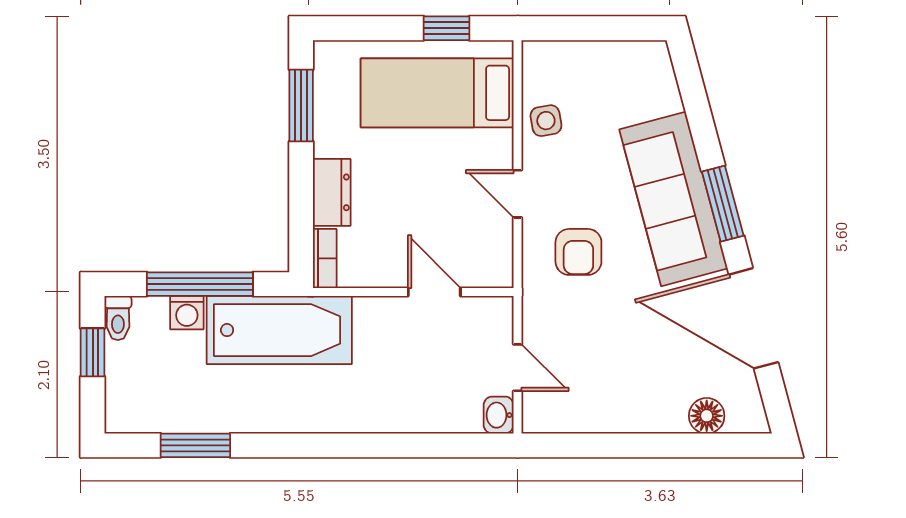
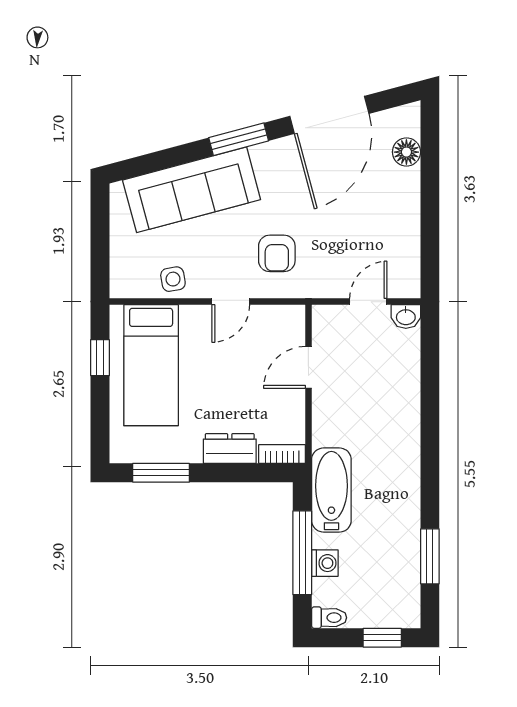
sofa: (674, 199) -> (192, 190), moved
armchair: (578, 252) -> (277, 253), turned 90
bathtub: (279, 330) -> (331, 490), width x0.73, depth x0.73
window: (93, 352) -> (382, 638), moved

